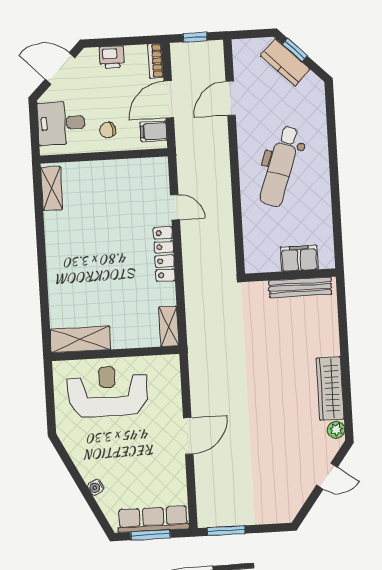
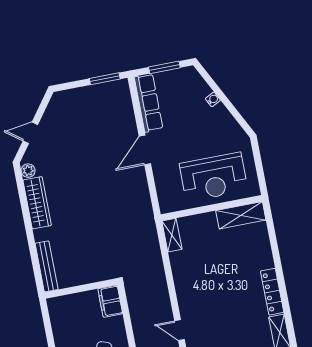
locker: (164, 254) -> (272, 292), moved, turned 180
filing cabinet: (299, 258) -> (110, 301), moved, turned 90
bench: (300, 287) -> (47, 266), moved, turned 90
row of seats: (153, 519) -> (149, 103), moved, turned -90

